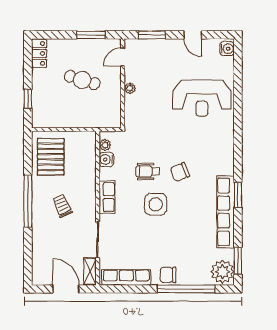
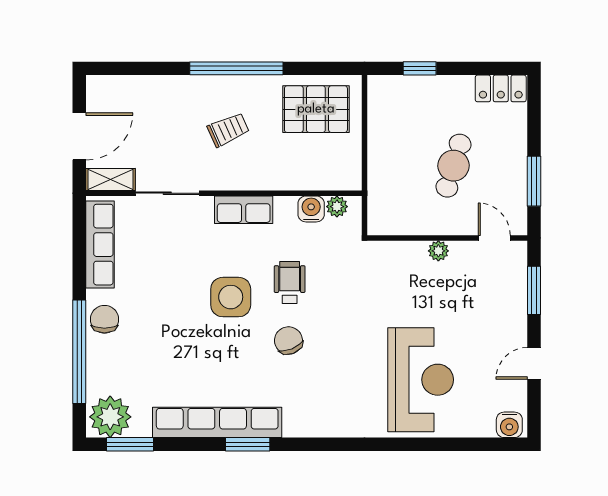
reception desk: (202, 98) -> (421, 380), turned 180

